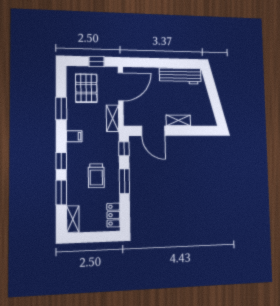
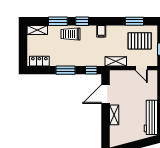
door: (121, 87) -> (141, 68), width x0.53
window: (61, 109) -> (134, 21), moved
trolley: (96, 176) -> (70, 34), moved

